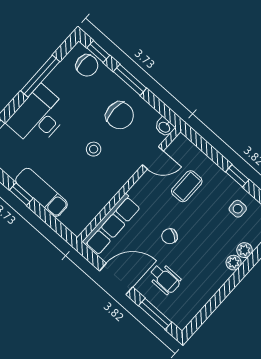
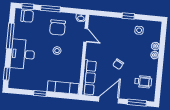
chair: (120, 115) -> (58, 27), turned 90
door: (153, 158) -> (86, 35), hinge flipped
coffee table: (187, 186) -> (110, 37), removed
exam couch: (42, 192) -> (63, 88), moved
wheelchair: (165, 279) -> (143, 82), moved

